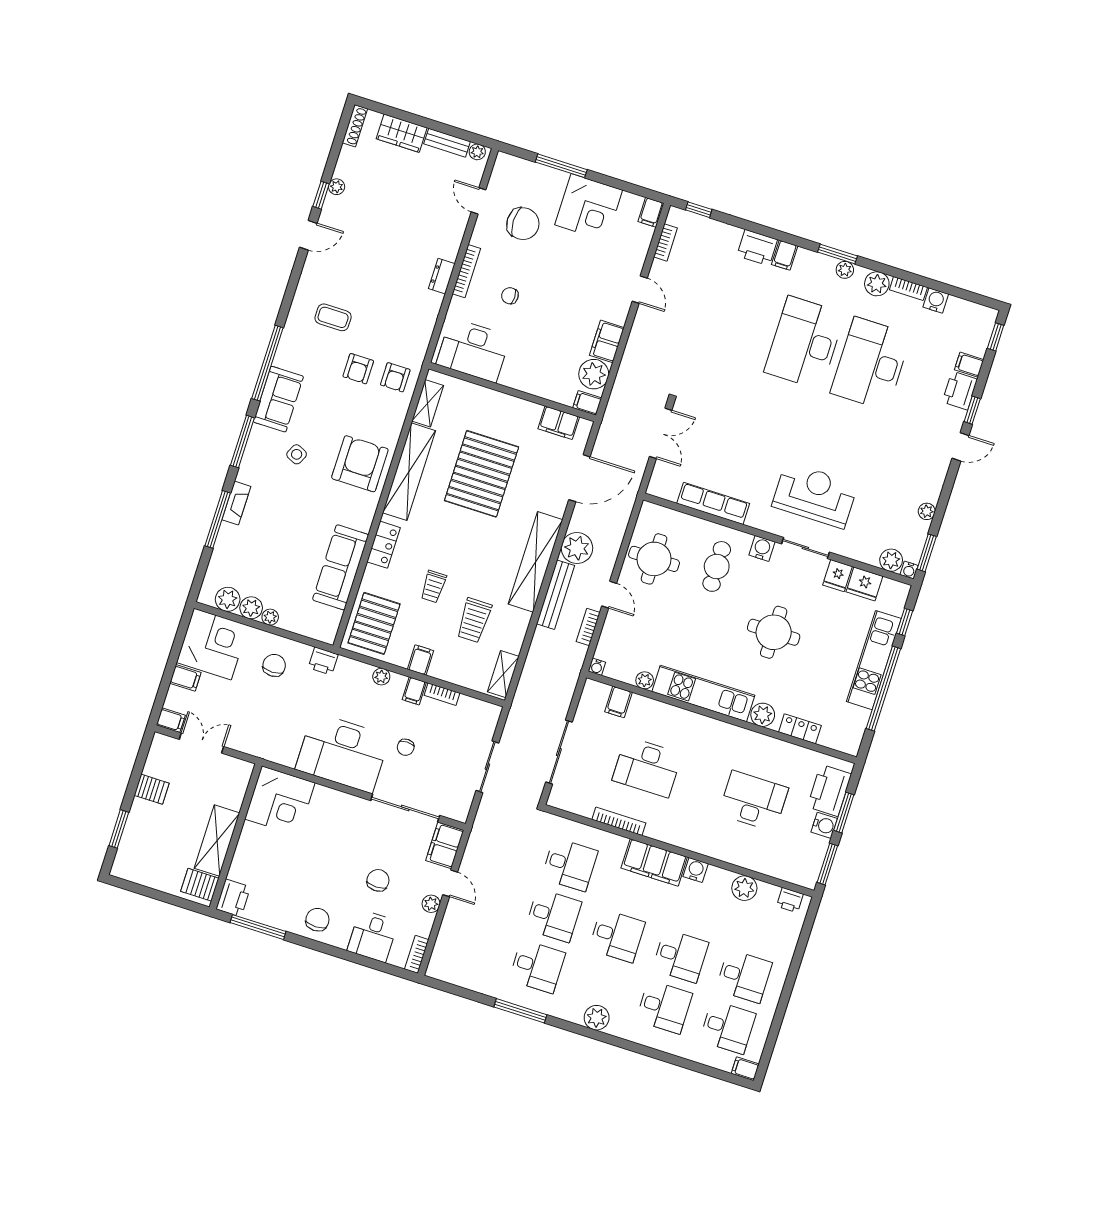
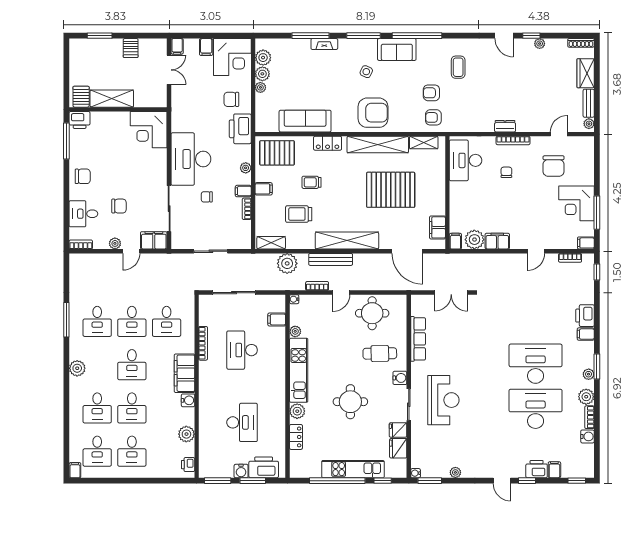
window: (561, 166) -> (597, 213), moved
plant: (577, 548) -> (287, 263), moved
plant: (891, 560) -> (418, 460), removed
printer: (323, 661) -> (240, 129), width x1.87, depth x1.48
chair: (274, 665) -> (231, 99), turned 180

